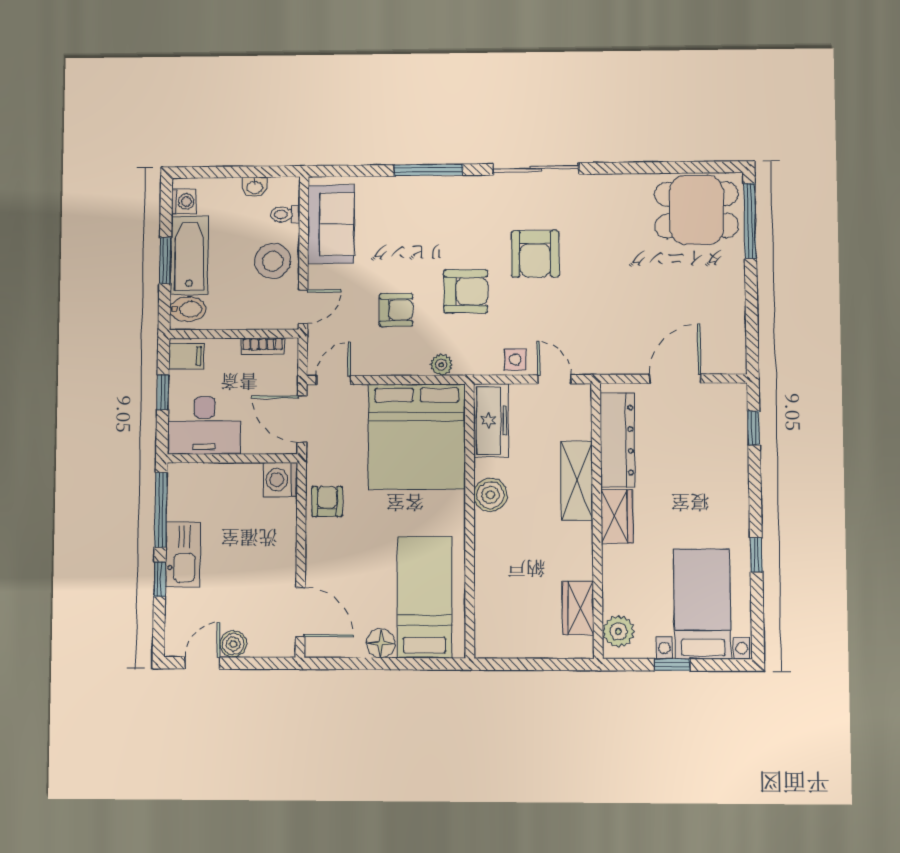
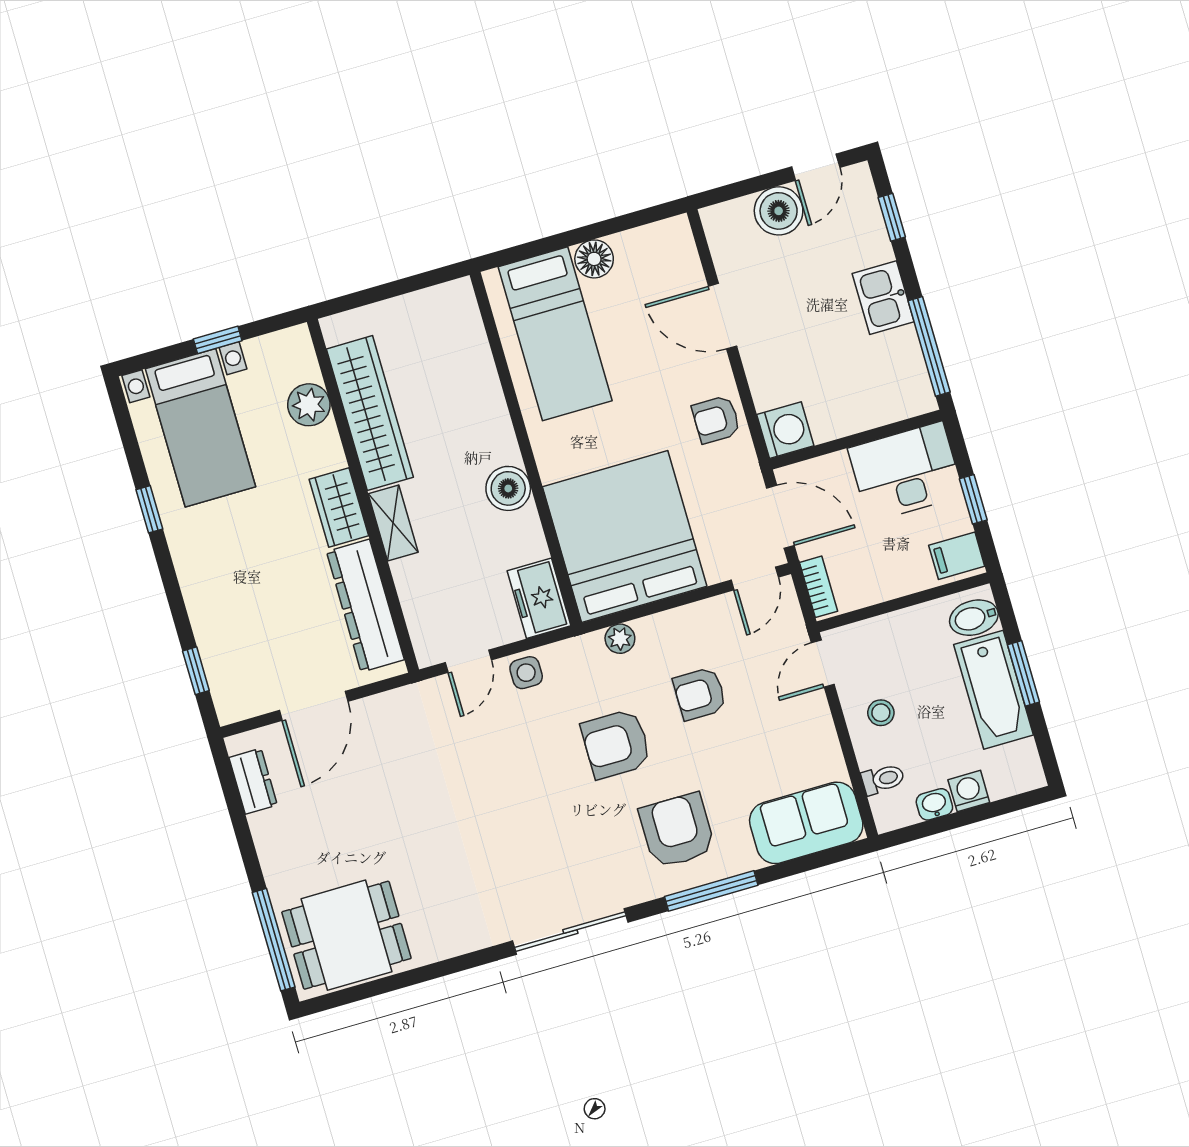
washing machine: (184, 202) -> (969, 791), moved, turned 90
sofa: (331, 224) -> (806, 823), moved, turned 90
armchair: (535, 254) -> (677, 830), moved
stool: (273, 261) -> (881, 713), width x0.53, depth x0.53
dresser: (734, 337) -> (253, 781), added
bookcase: (263, 346) -> (818, 587), moved, turned 90
door: (554, 379) -> (468, 661), hinge flipped
freezer: (491, 420) -> (539, 598), width x0.71
shelving: (577, 481) -> (393, 523), width x0.67, depth x0.75
armchair: (327, 502) -> (716, 419), turned 90
kitchen sink: (183, 554) -> (883, 298), width x0.73
window: (160, 579) -> (892, 217), moved
wardrobe: (578, 608) -> (370, 413), width x2.10, depth x1.17
door: (300, 612) -> (723, 316), moved
plant: (618, 631) -> (309, 405), moved
boiler: (233, 644) -> (779, 211), width x1.36, depth x1.36

